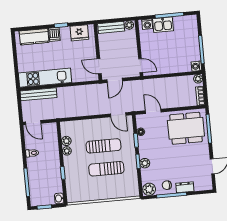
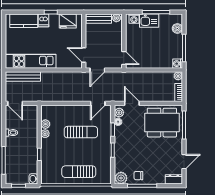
boiler: (193, 30) -> (177, 28), added
door: (118, 115) -> (98, 103), hinge flipped
plant: (145, 163) -> (119, 113), moved
sun lounger: (106, 169) -> (79, 172), moved
dresser: (185, 187) -> (174, 179), moved

